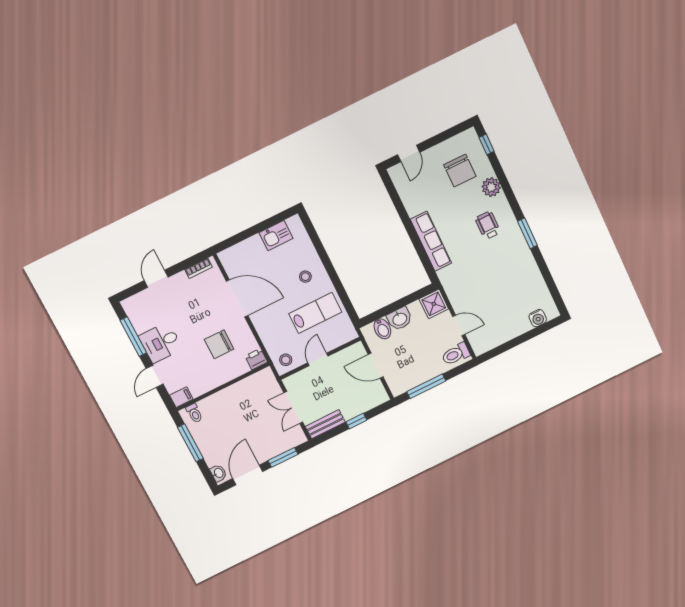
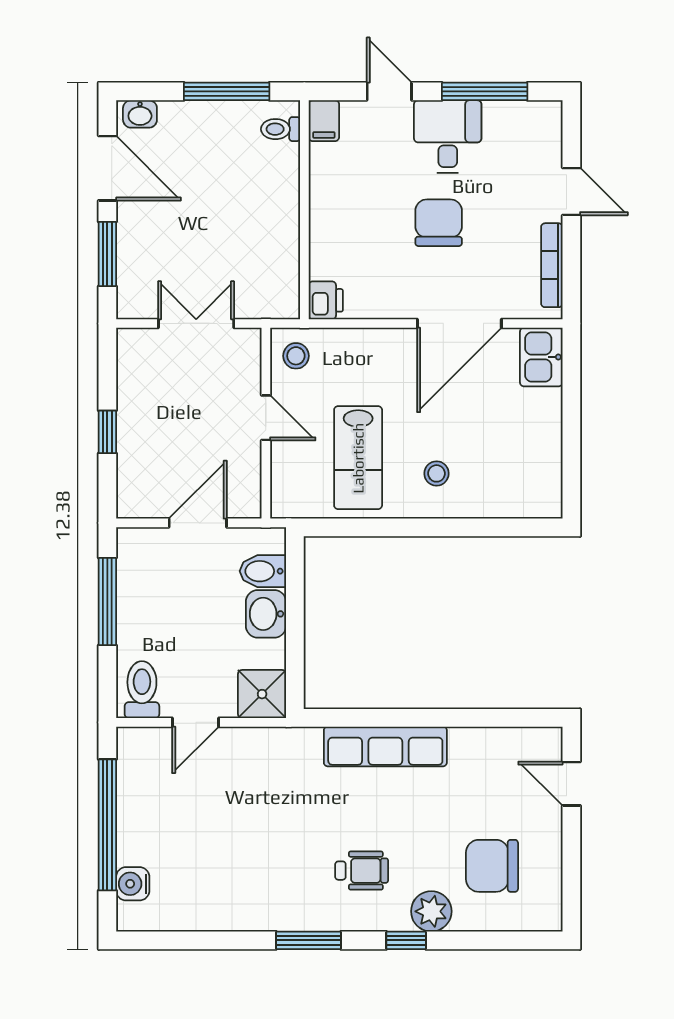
window: (487, 144) -> (406, 940), moved
kitchen sink: (276, 235) -> (541, 357), moved
bookcase: (198, 268) -> (552, 265), width x1.56
window: (518, 341) -> (107, 825), added
chair: (219, 344) -> (439, 223), moved
bench: (325, 424) -> (132, 369), removed

